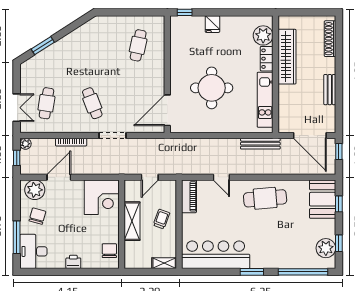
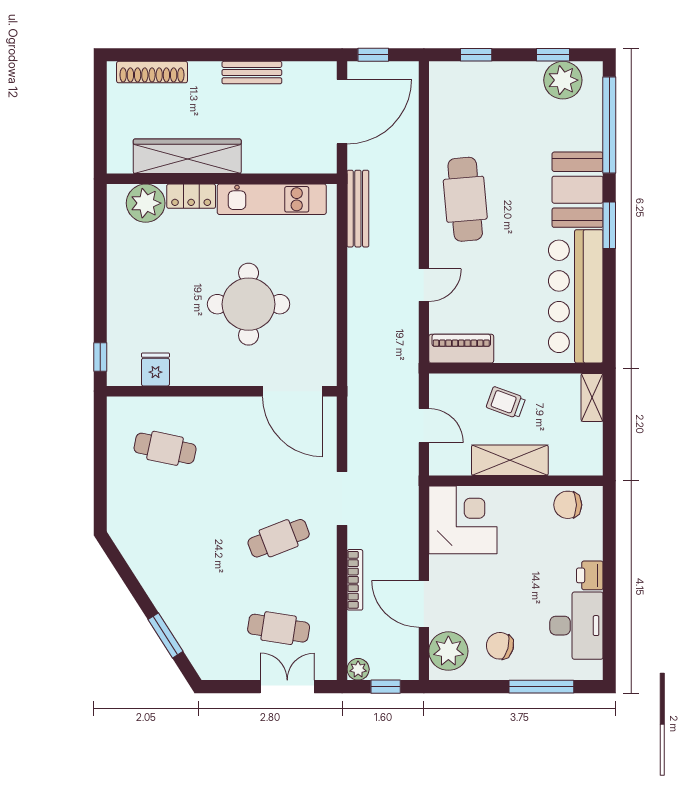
fridge: (212, 24) -> (155, 369), moved, turned -90
booth: (323, 199) -> (578, 190), moved, turned 90
desk: (33, 251) -> (576, 626), moved, turned -90

